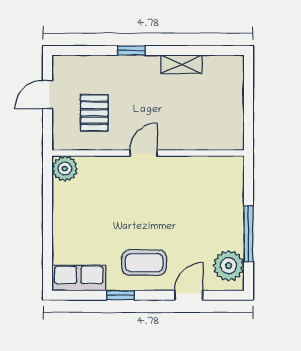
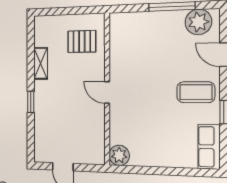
pallet: (94, 113) -> (82, 41), moved
coffee table: (144, 263) -> (196, 92), turned 90

